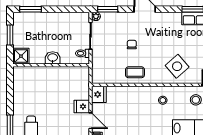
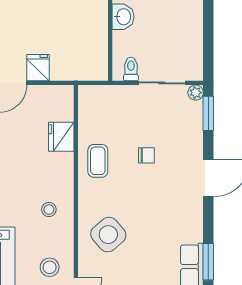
fridge: (99, 94) -> (61, 137), moved, turned 90

